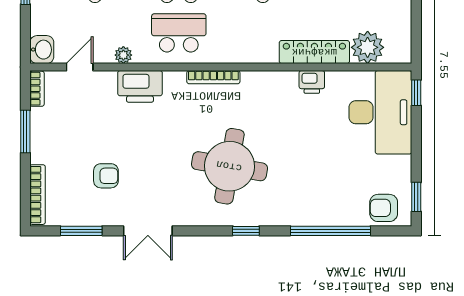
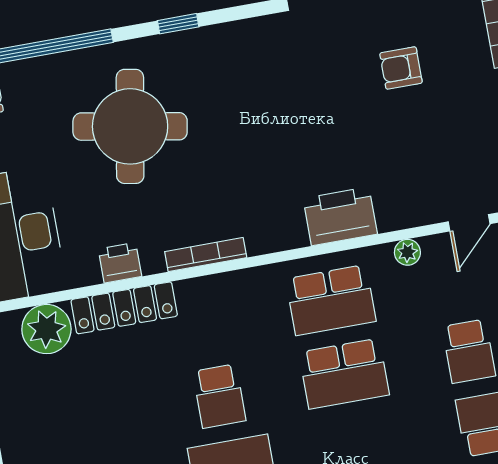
bookcase: (213, 77) -> (206, 255), moved
printer: (140, 86) -> (340, 216), moved
round table: (229, 166) -> (130, 126), moved

